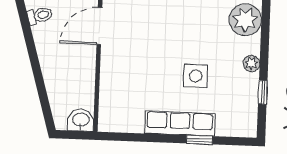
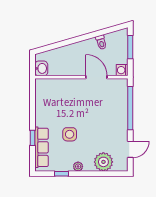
row of seats: (180, 123) -> (42, 147), moved

